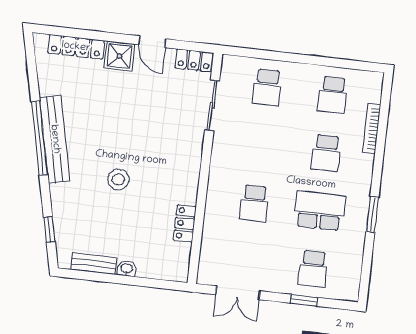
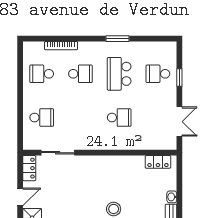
school desk: (333, 95) -> (42, 74), turned 180
locker: (185, 223) -> (158, 162), moved
school desk: (313, 269) -> (158, 74), turned 180

